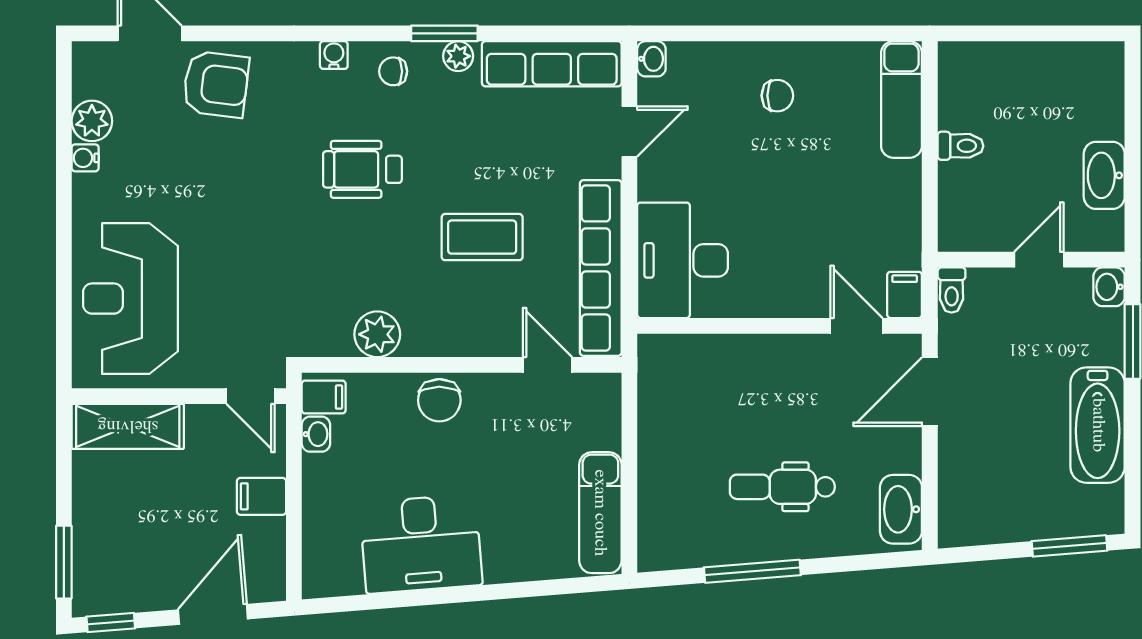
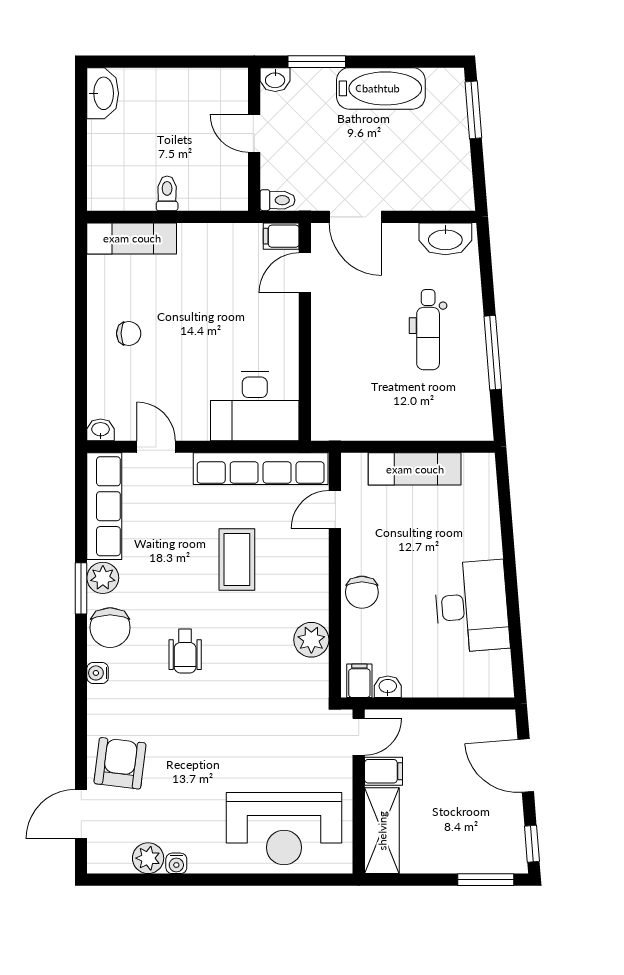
plant: (458, 56) -> (103, 578), width x1.38, depth x1.38
chair: (393, 71) -> (110, 628), width x1.87, depth x1.87
chair: (777, 96) -> (129, 333), turned 90
wheelchair: (362, 169) -> (185, 651), width x0.73, depth x0.73
washbasin: (1104, 175) -> (103, 93), moved, turned -90
chair: (439, 400) -> (362, 592), turned 90
filing cabinet: (261, 496) -> (384, 771), moved, turned -90
exam couch: (600, 513) -> (415, 469), moved

